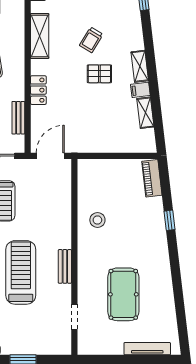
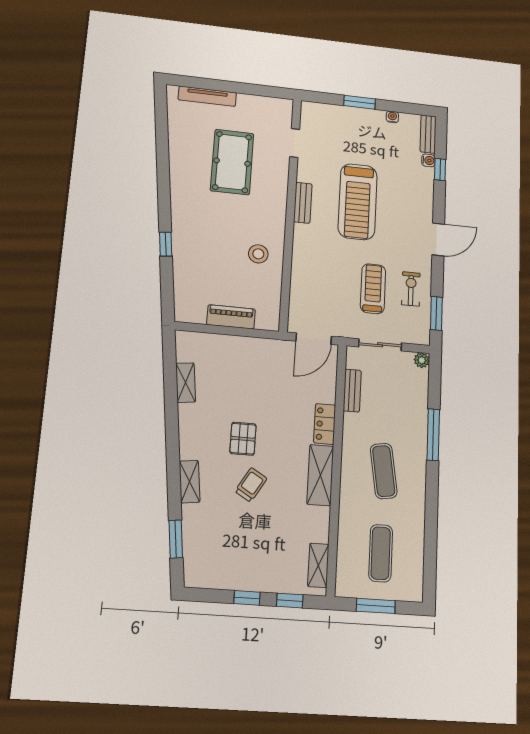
shelving: (40, 36) -> (320, 475), moved
shelving: (140, 66) -> (190, 482), moved
pallet: (99, 74) -> (243, 439), turned 90
filing cabinet: (140, 90) -> (190, 413), removed
piano: (152, 178) -> (231, 317), moved, turned -83

